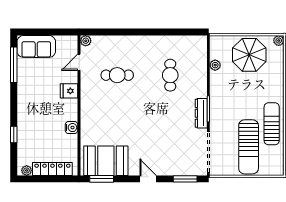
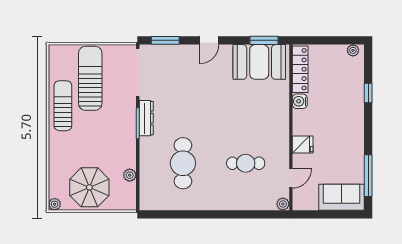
cafe table: (170, 75) -> (183, 163), width x1.37, depth x1.35
sun lounger: (272, 124) -> (63, 106), turned 180
locker: (52, 169) -> (300, 69), moved, turned -90
door: (148, 179) -> (209, 40), hinge flipped

